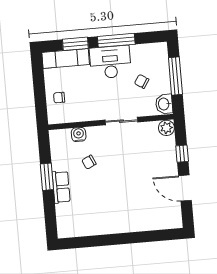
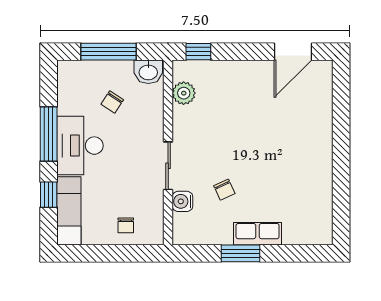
window: (75, 44) -> (49, 195), width x0.67
sliding door: (121, 121) -> (168, 166), moved
plant: (166, 128) -> (184, 93), moved
window: (182, 154) -> (198, 52), moved
door: (185, 188) -> (293, 52), moved

